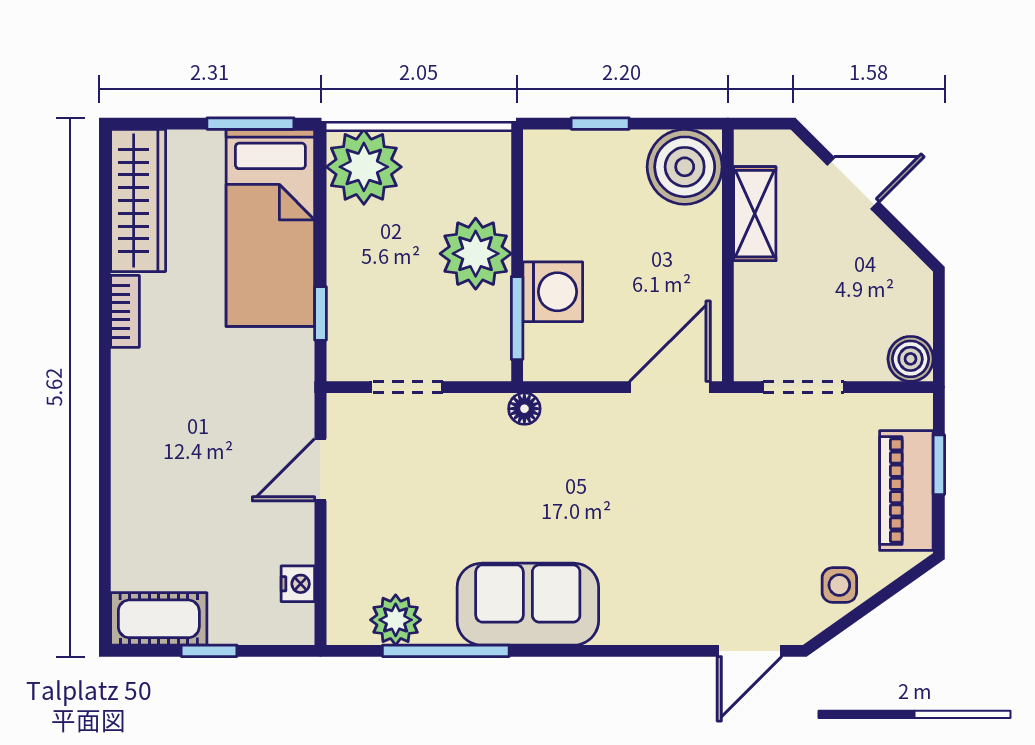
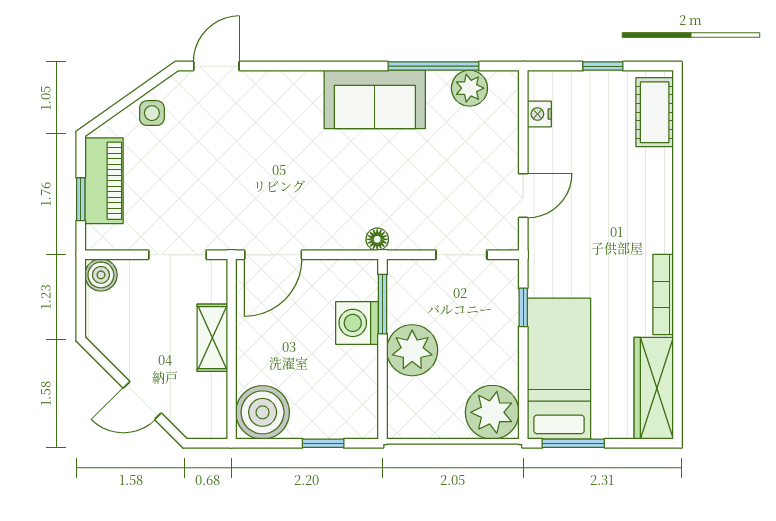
shelving: (755, 214) -> (212, 338), moved
bookcase: (125, 311) -> (663, 294), width x1.56
cot: (159, 619) -> (655, 112), moved, turned 90

